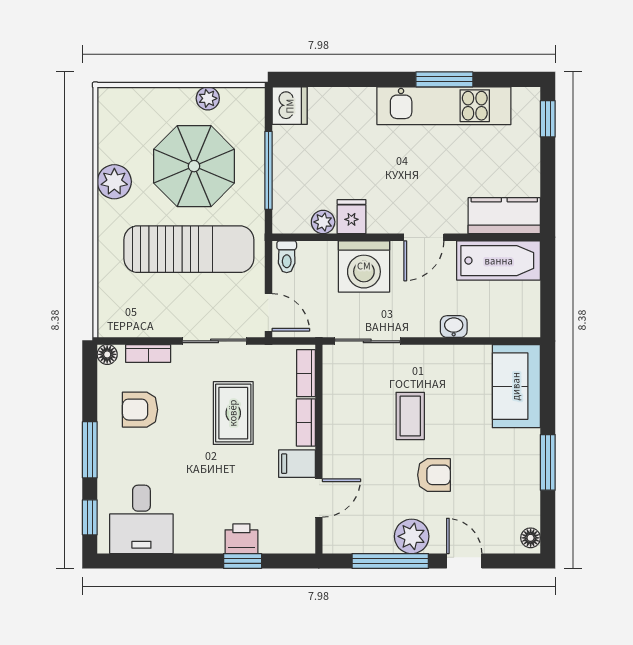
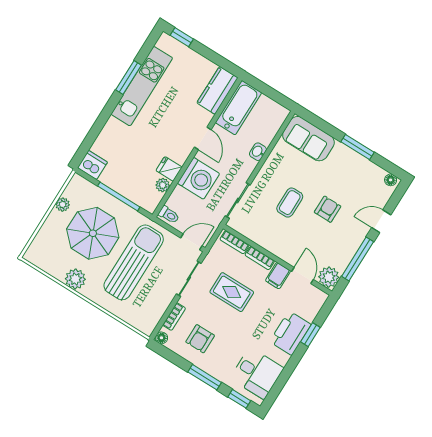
coffee table: (410, 416) -> (290, 203), turned 90
plant: (412, 536) -> (329, 277), moved
printer: (241, 539) -> (290, 333), width x1.87, depth x1.48

